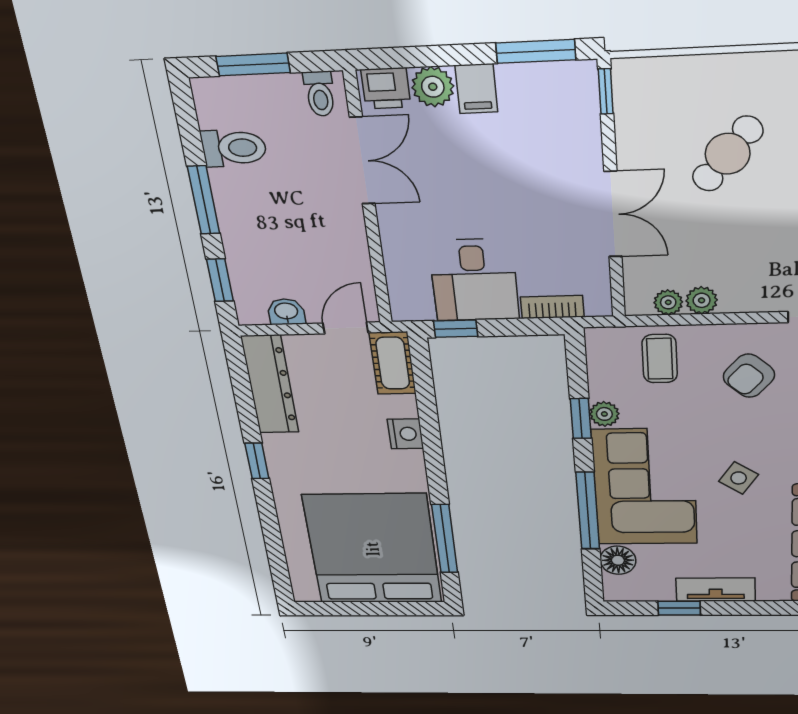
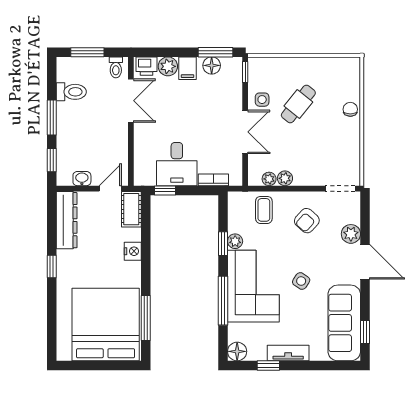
floor lamp: (529, 81) -> (212, 65), added
side table: (646, 148) -> (262, 100), added
floor lamp: (618, 560) -> (237, 351), moved

